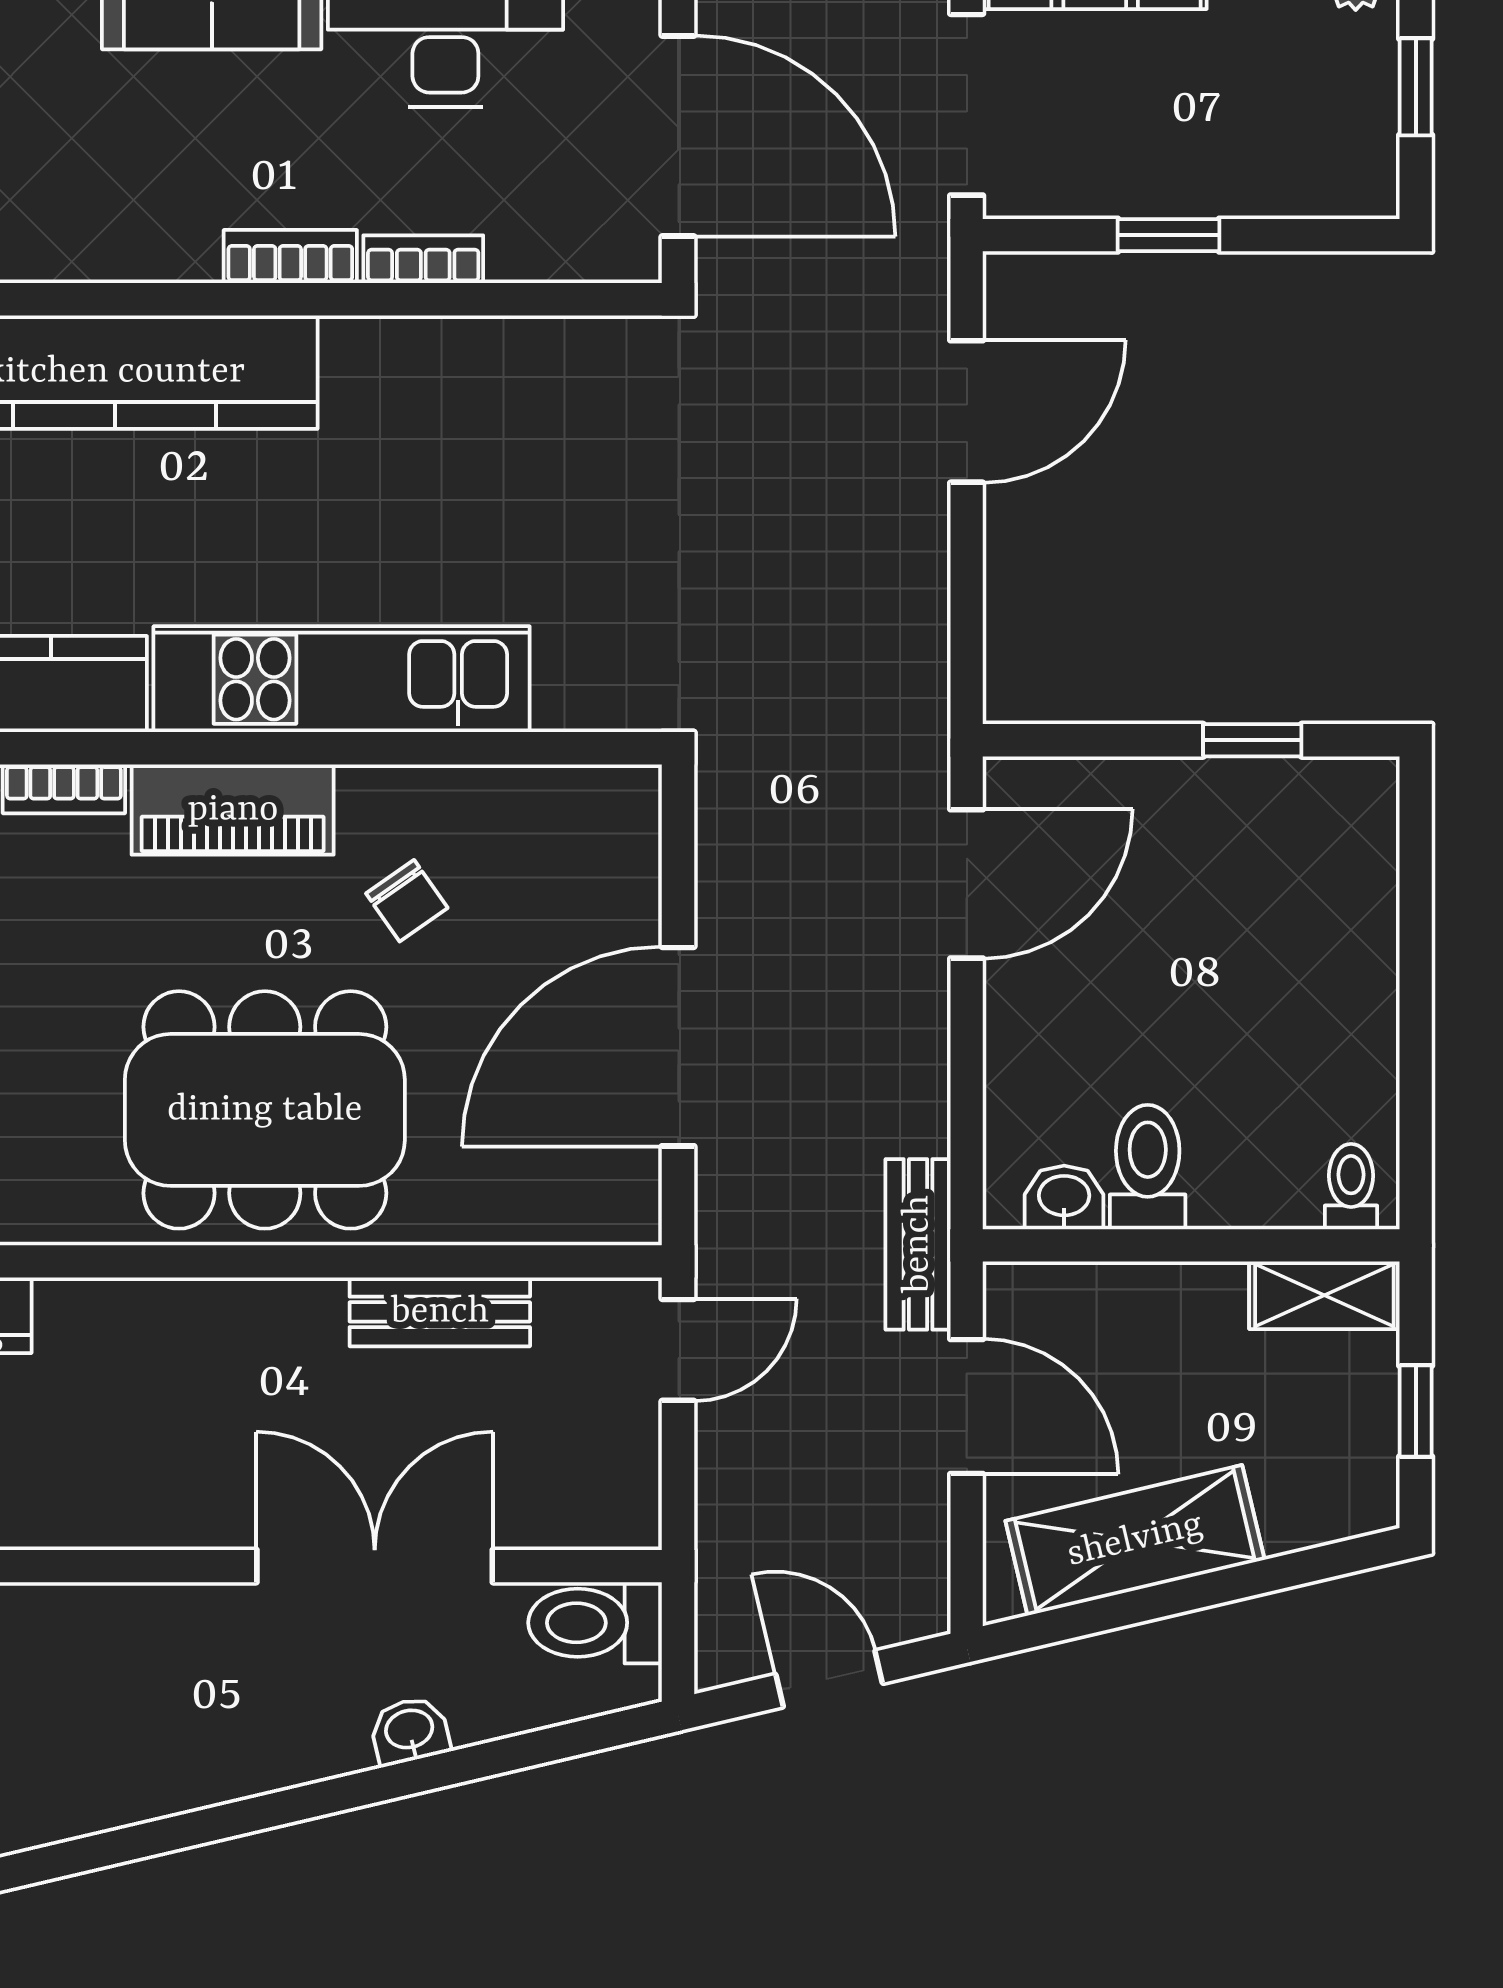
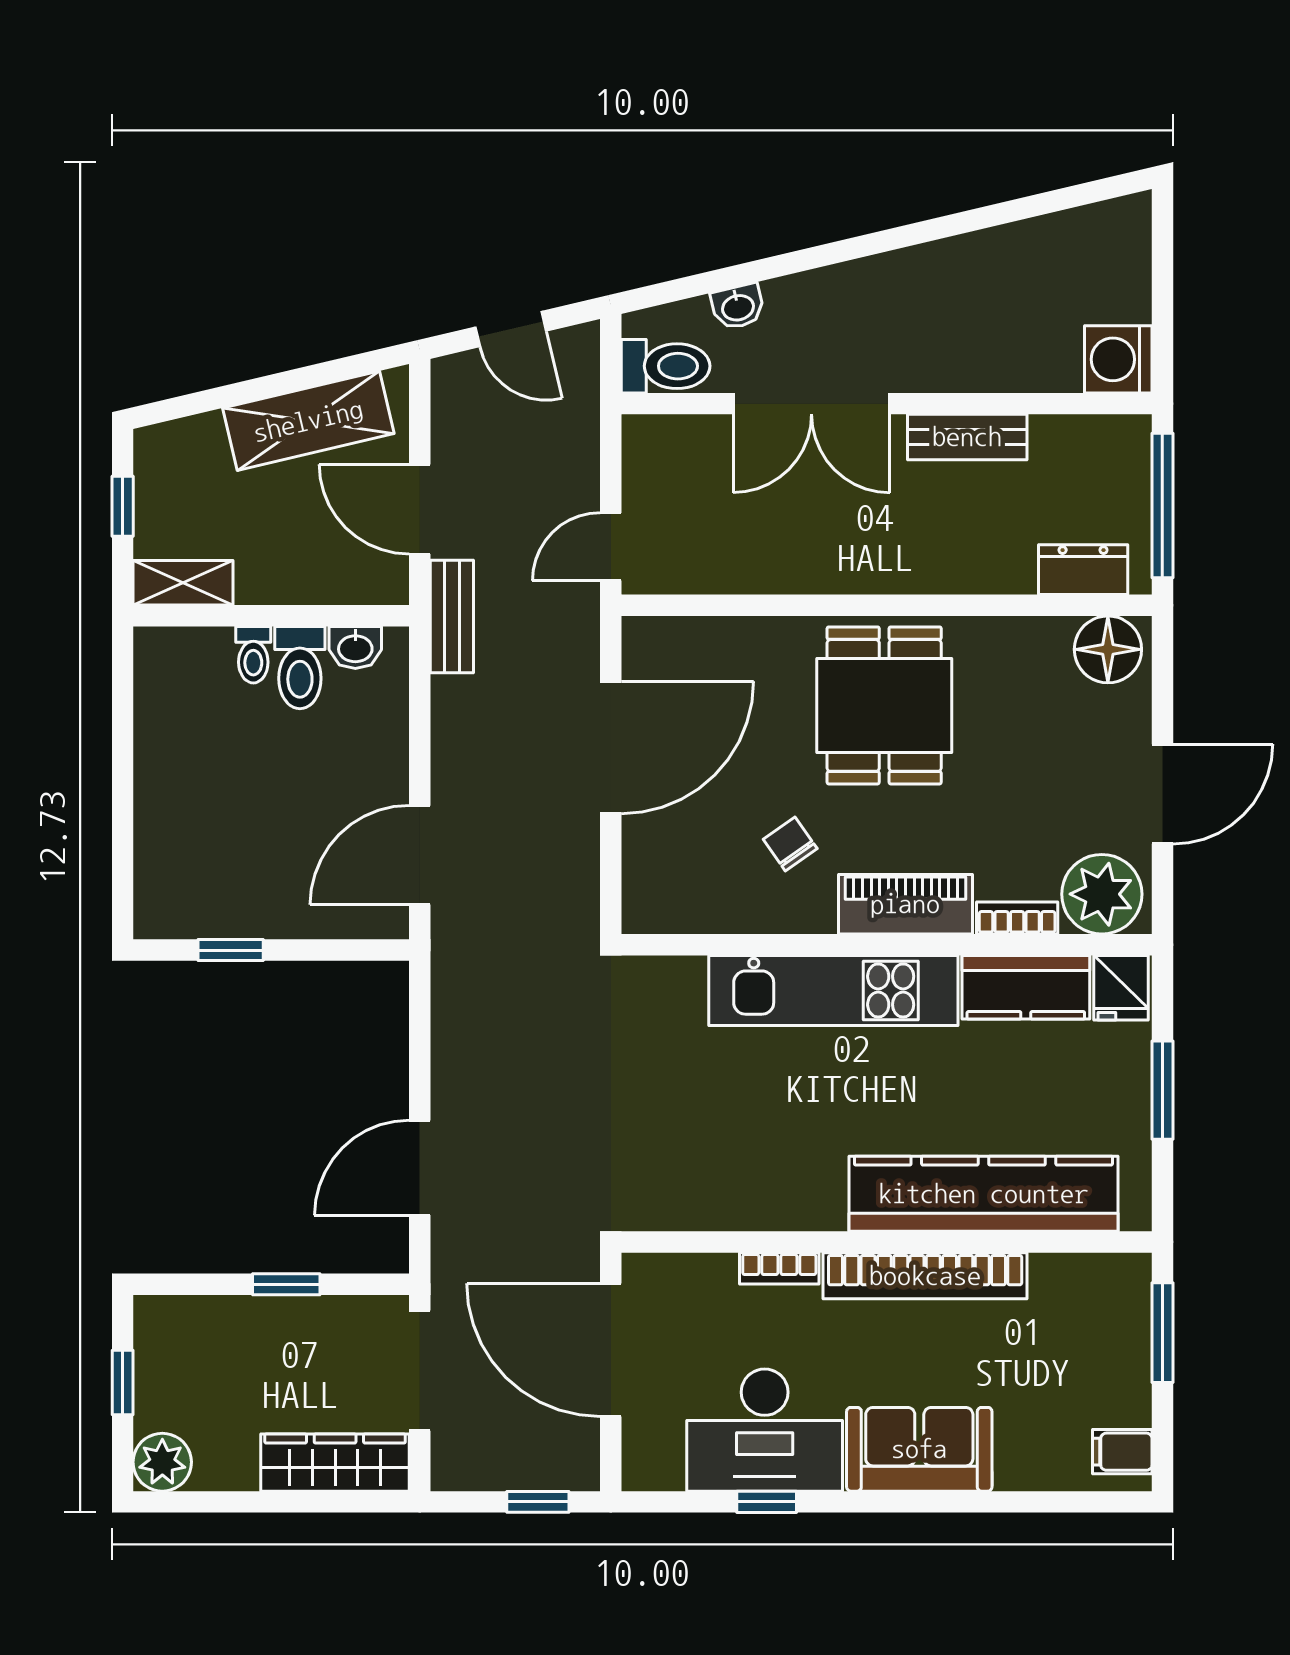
bookcase: (290, 257) -> (925, 1276), width x2.31, depth x1.31
dining table: (265, 1110) -> (884, 705), width x0.73
toilet: (1351, 1187) -> (253, 655), moved
bench: (440, 1312) -> (967, 437), moved
washbasin: (410, 1731) -> (738, 307), moved

